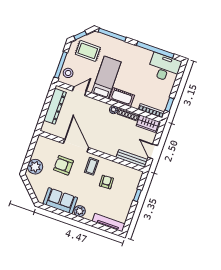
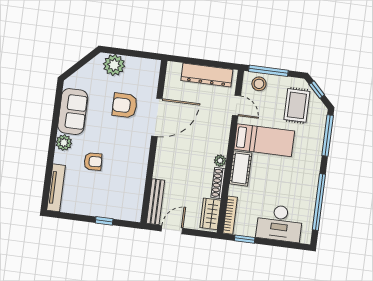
desk: (164, 68) -> (279, 223), moved, turned 90
armchair: (63, 165) -> (125, 105), turned -91
coffee table: (92, 166) -> (132, 146), removed
armchair: (106, 182) -> (93, 162), moved

